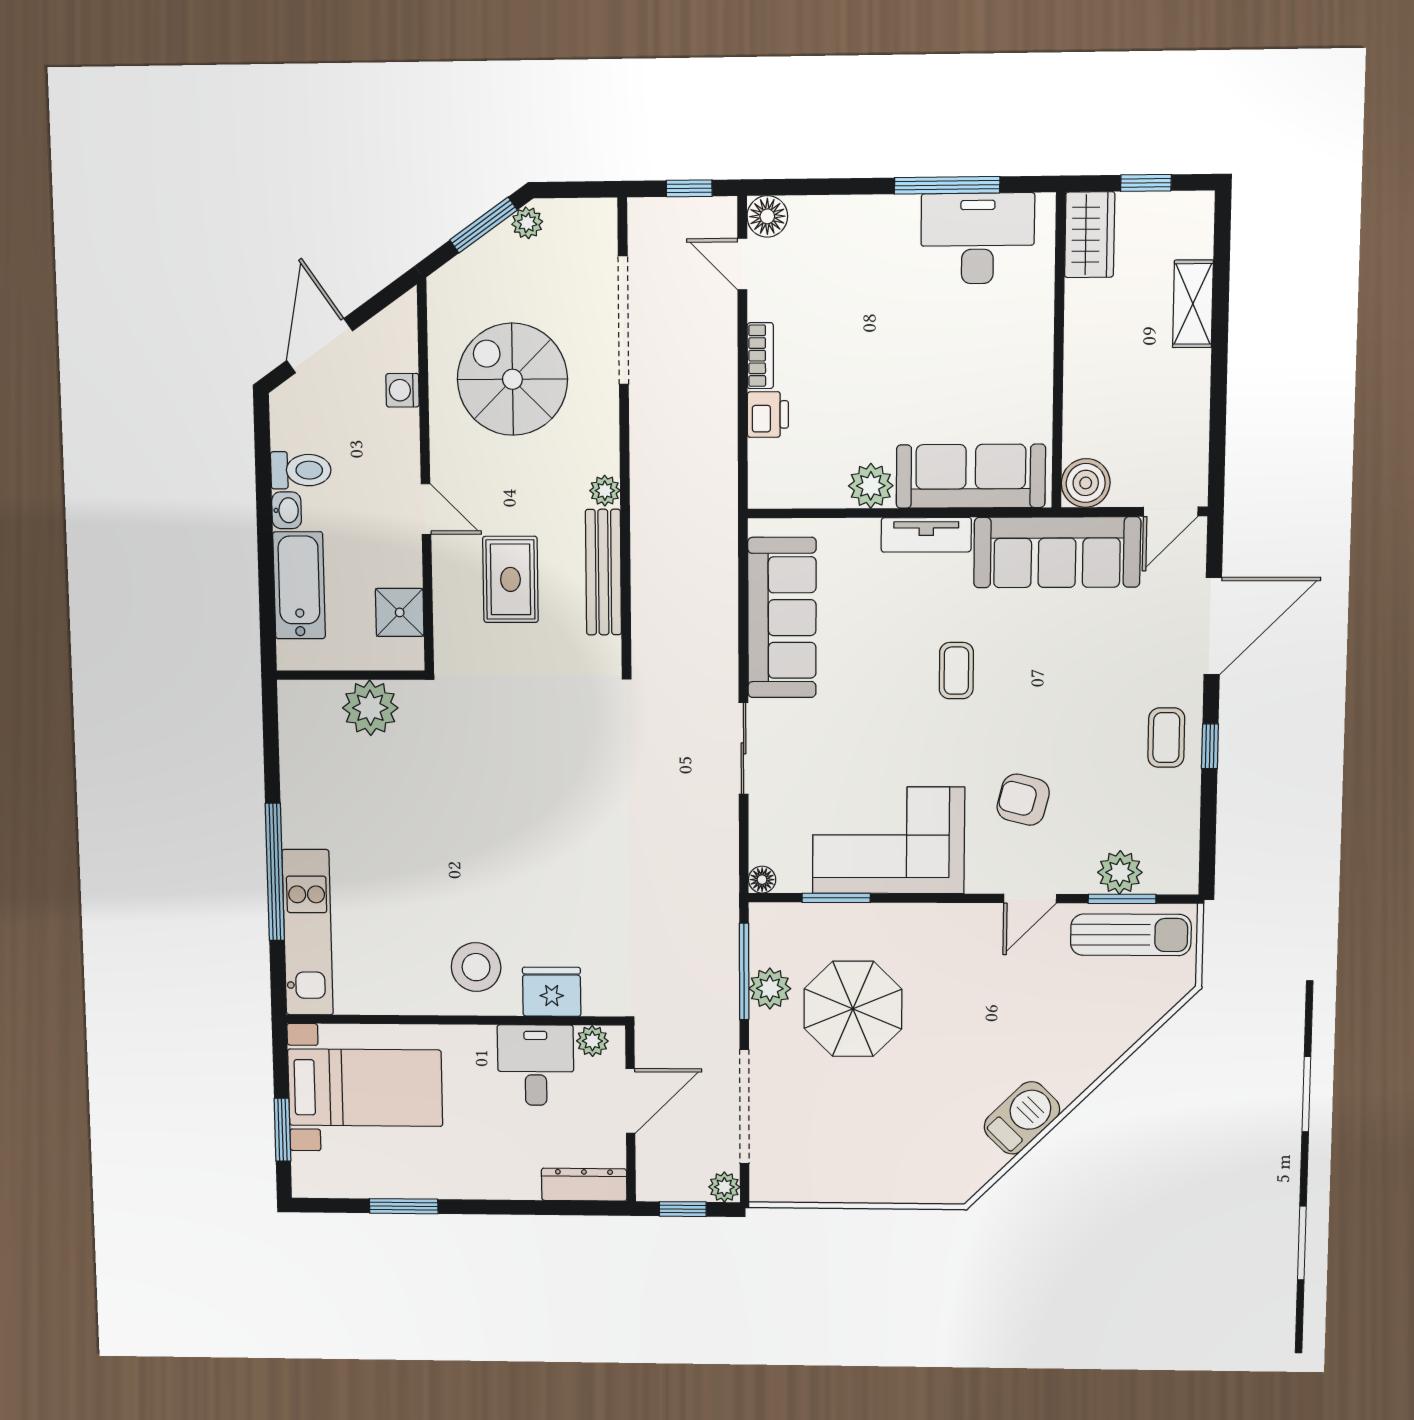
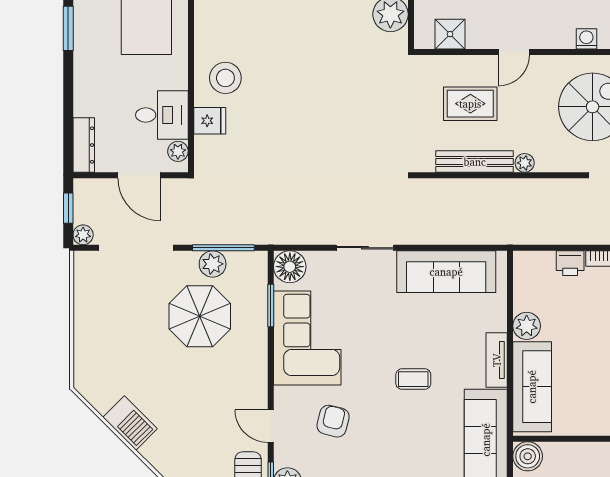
floor lamp: (762, 880) -> (290, 267), width x1.89, depth x1.89
fridge: (552, 992) -> (210, 121), width x0.72

